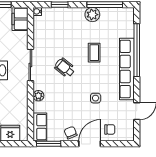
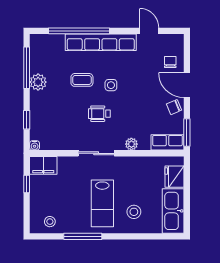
wheelchair: (65, 68) -> (99, 114), turned 51
side table: (96, 98) -> (111, 85), moved

